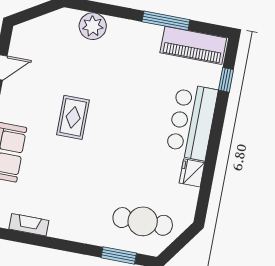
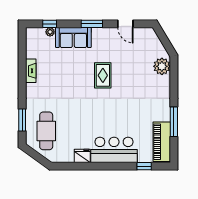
plant: (93, 26) -> (162, 66), moved
rug: (73, 117) -> (103, 75), turned 90
fireplace: (29, 225) -> (31, 71), moved

